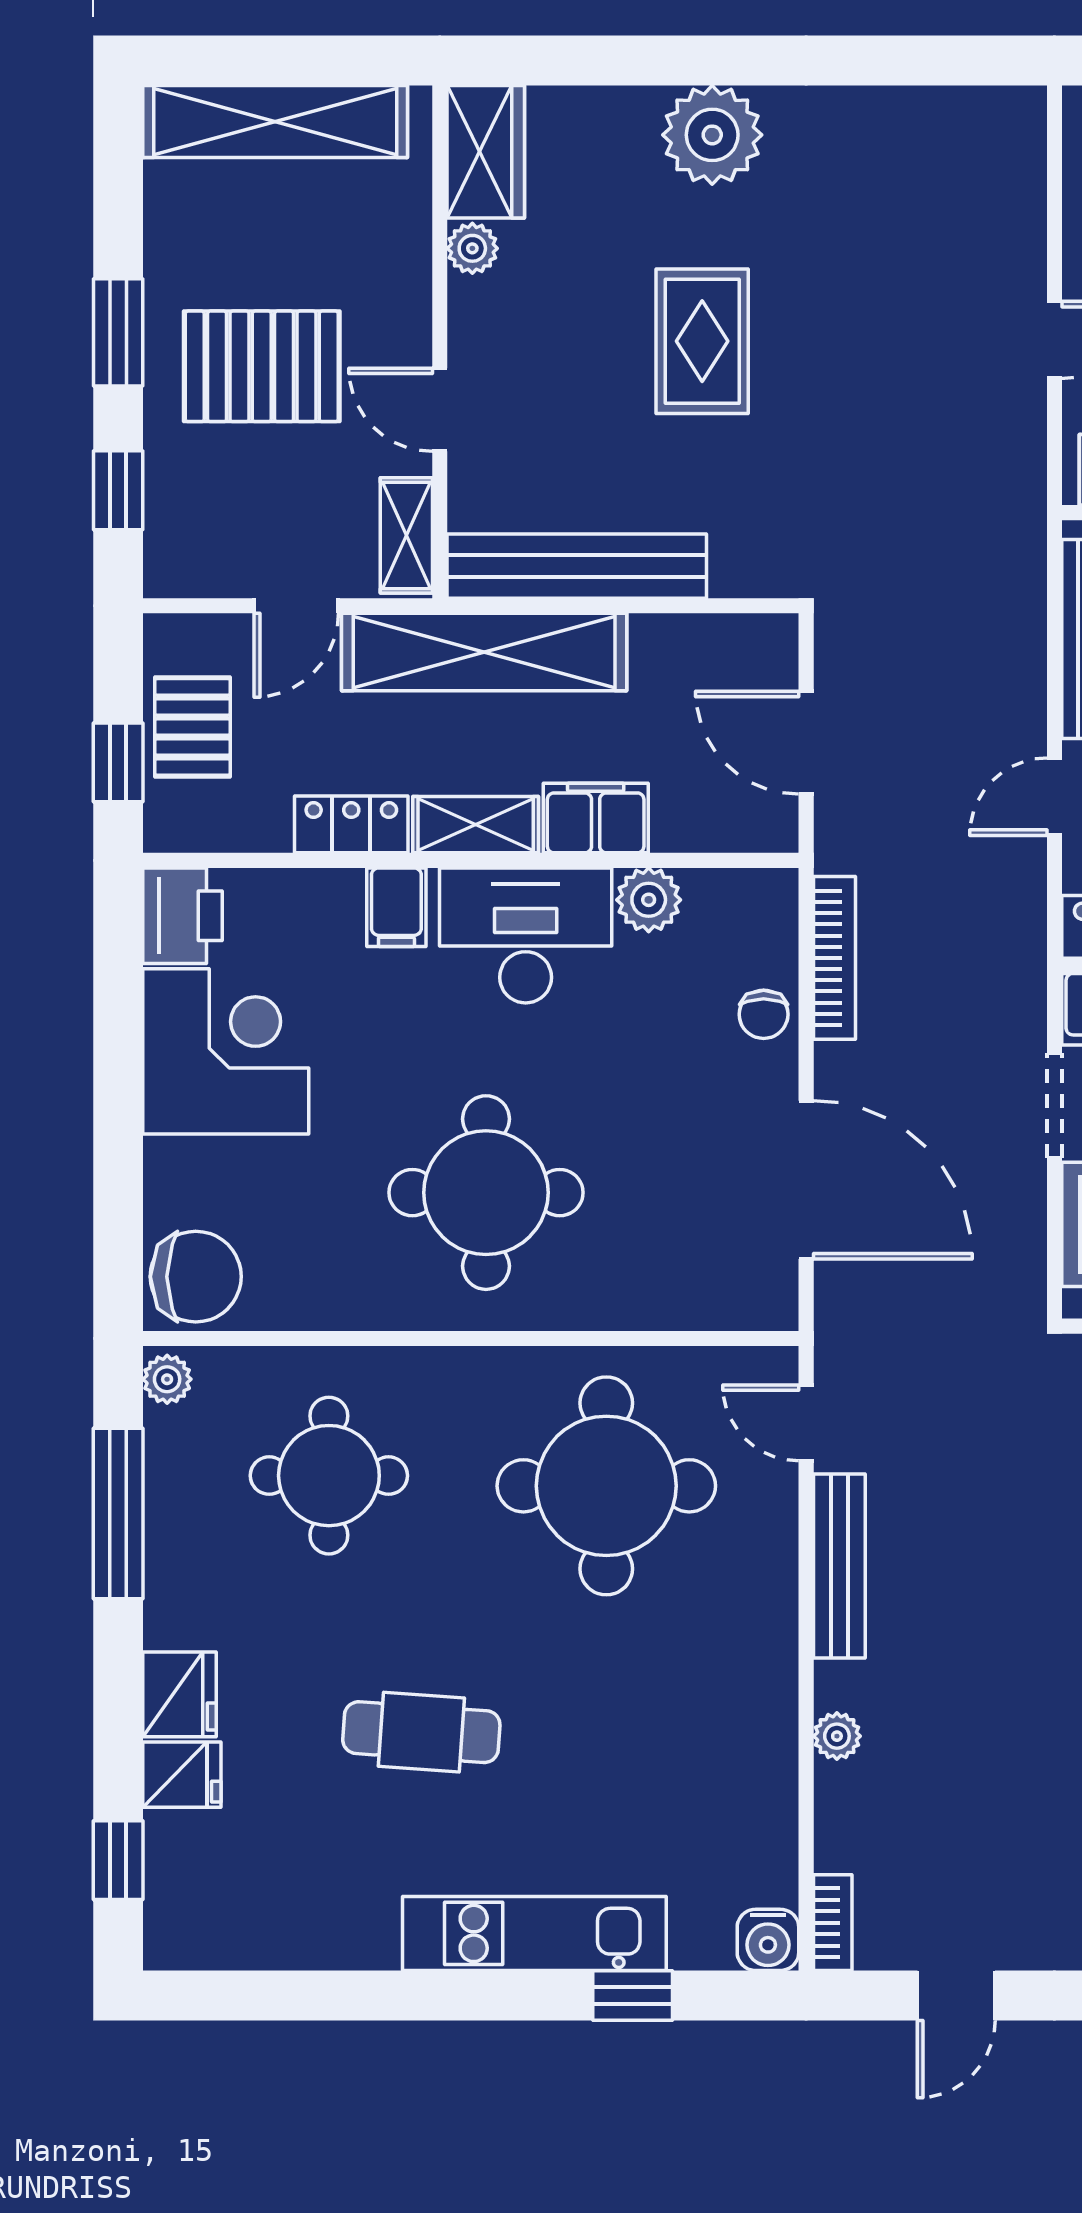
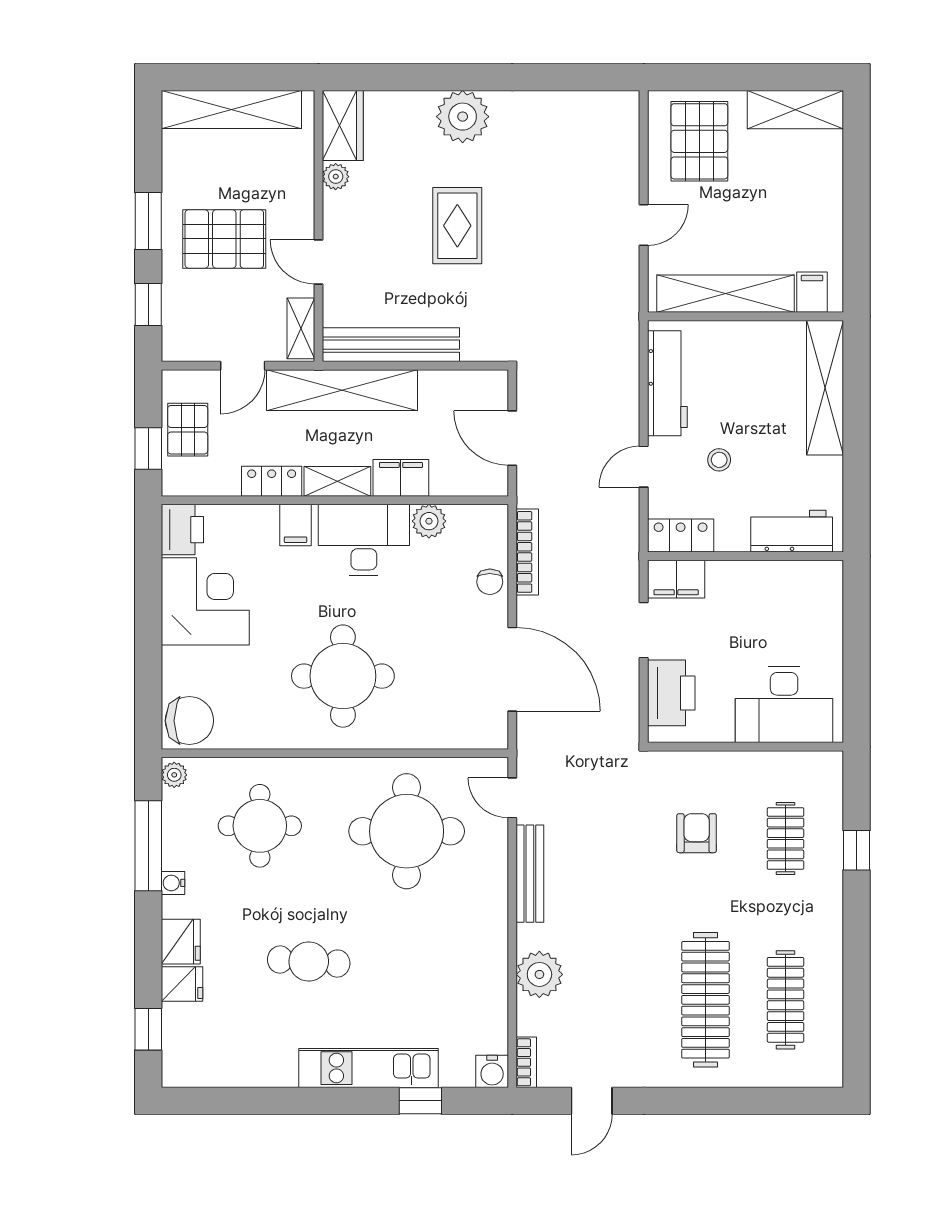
water cooler: (165, 1584) -> (173, 883), added
plant: (837, 1736) -> (539, 974), width x1.88, depth x1.88

